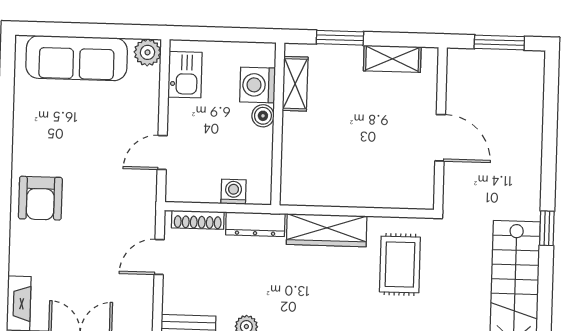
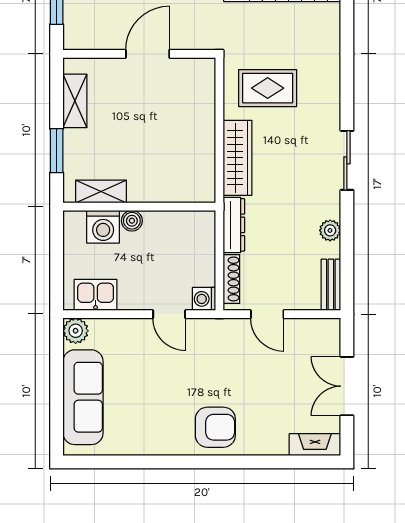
washing machine: (233, 192) -> (204, 299), moved

